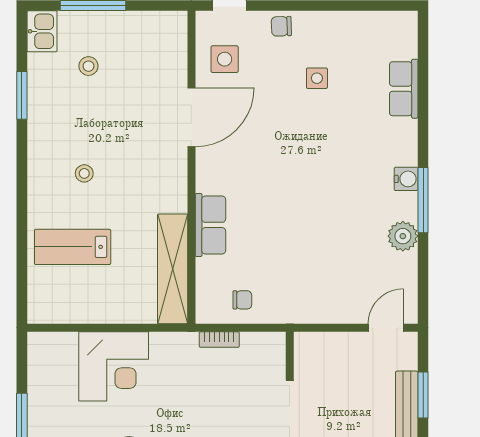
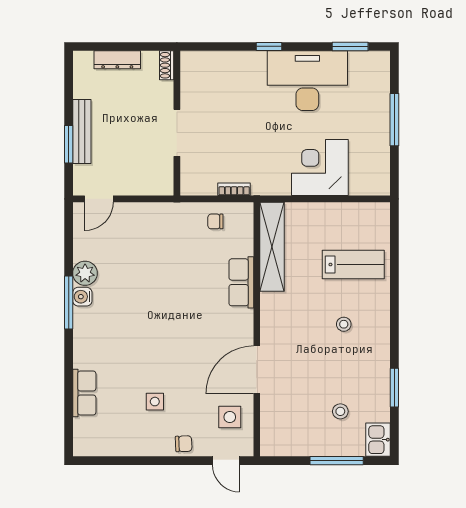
water cooler: (406, 179) -> (82, 297), moved

